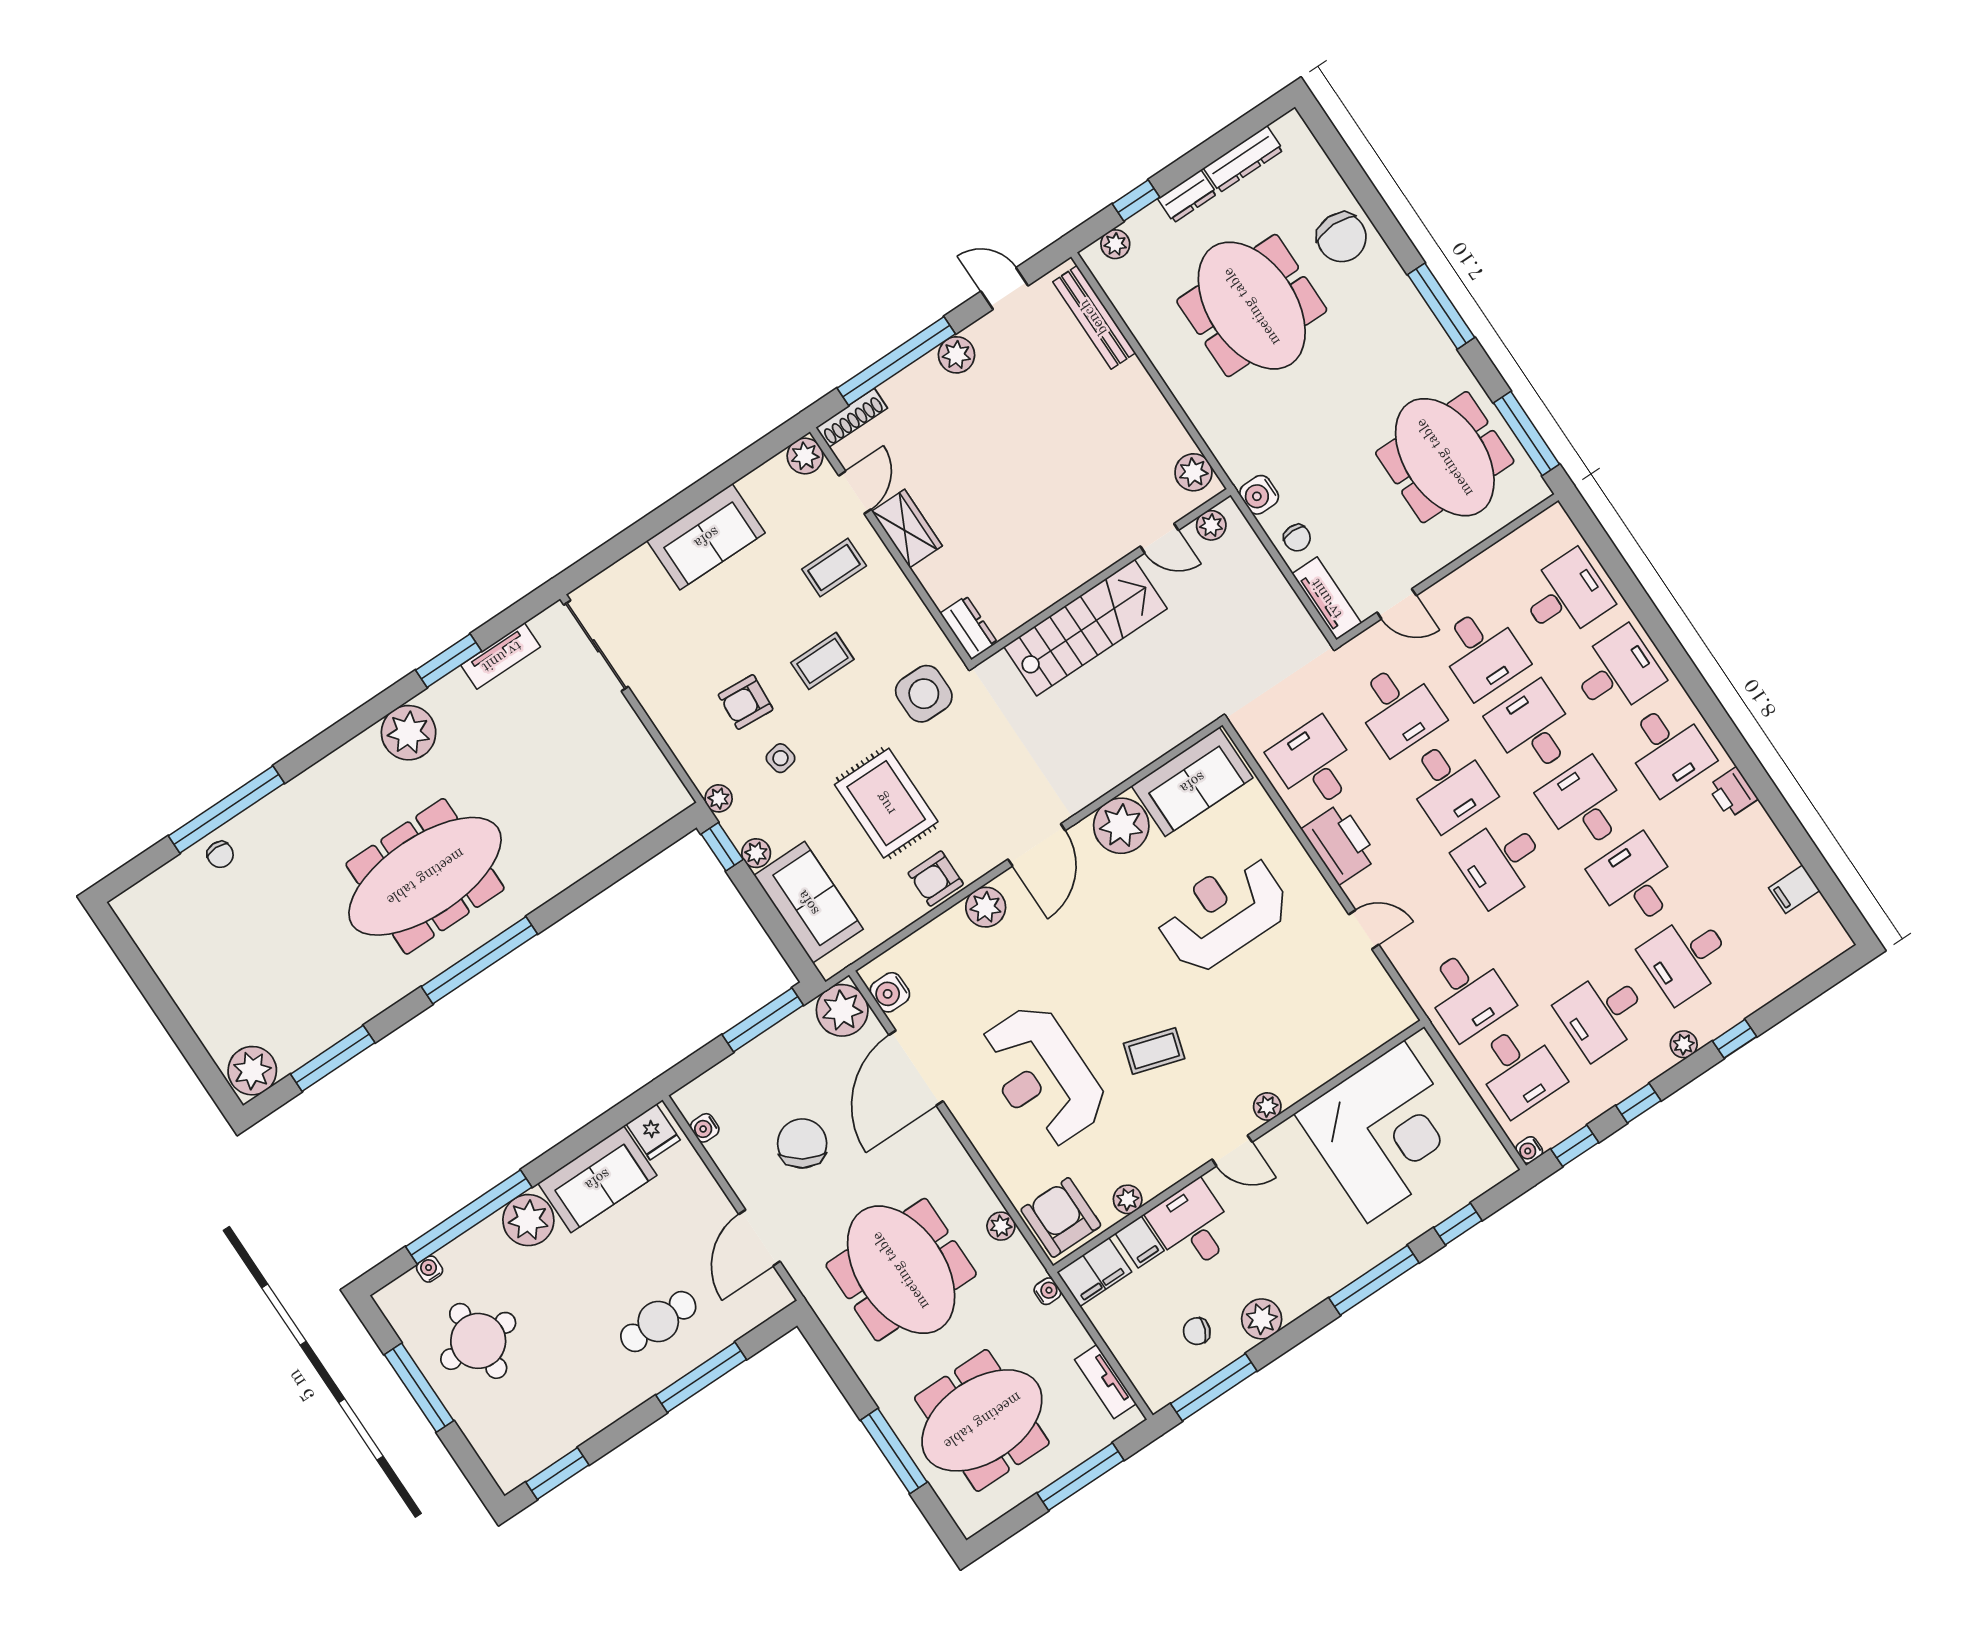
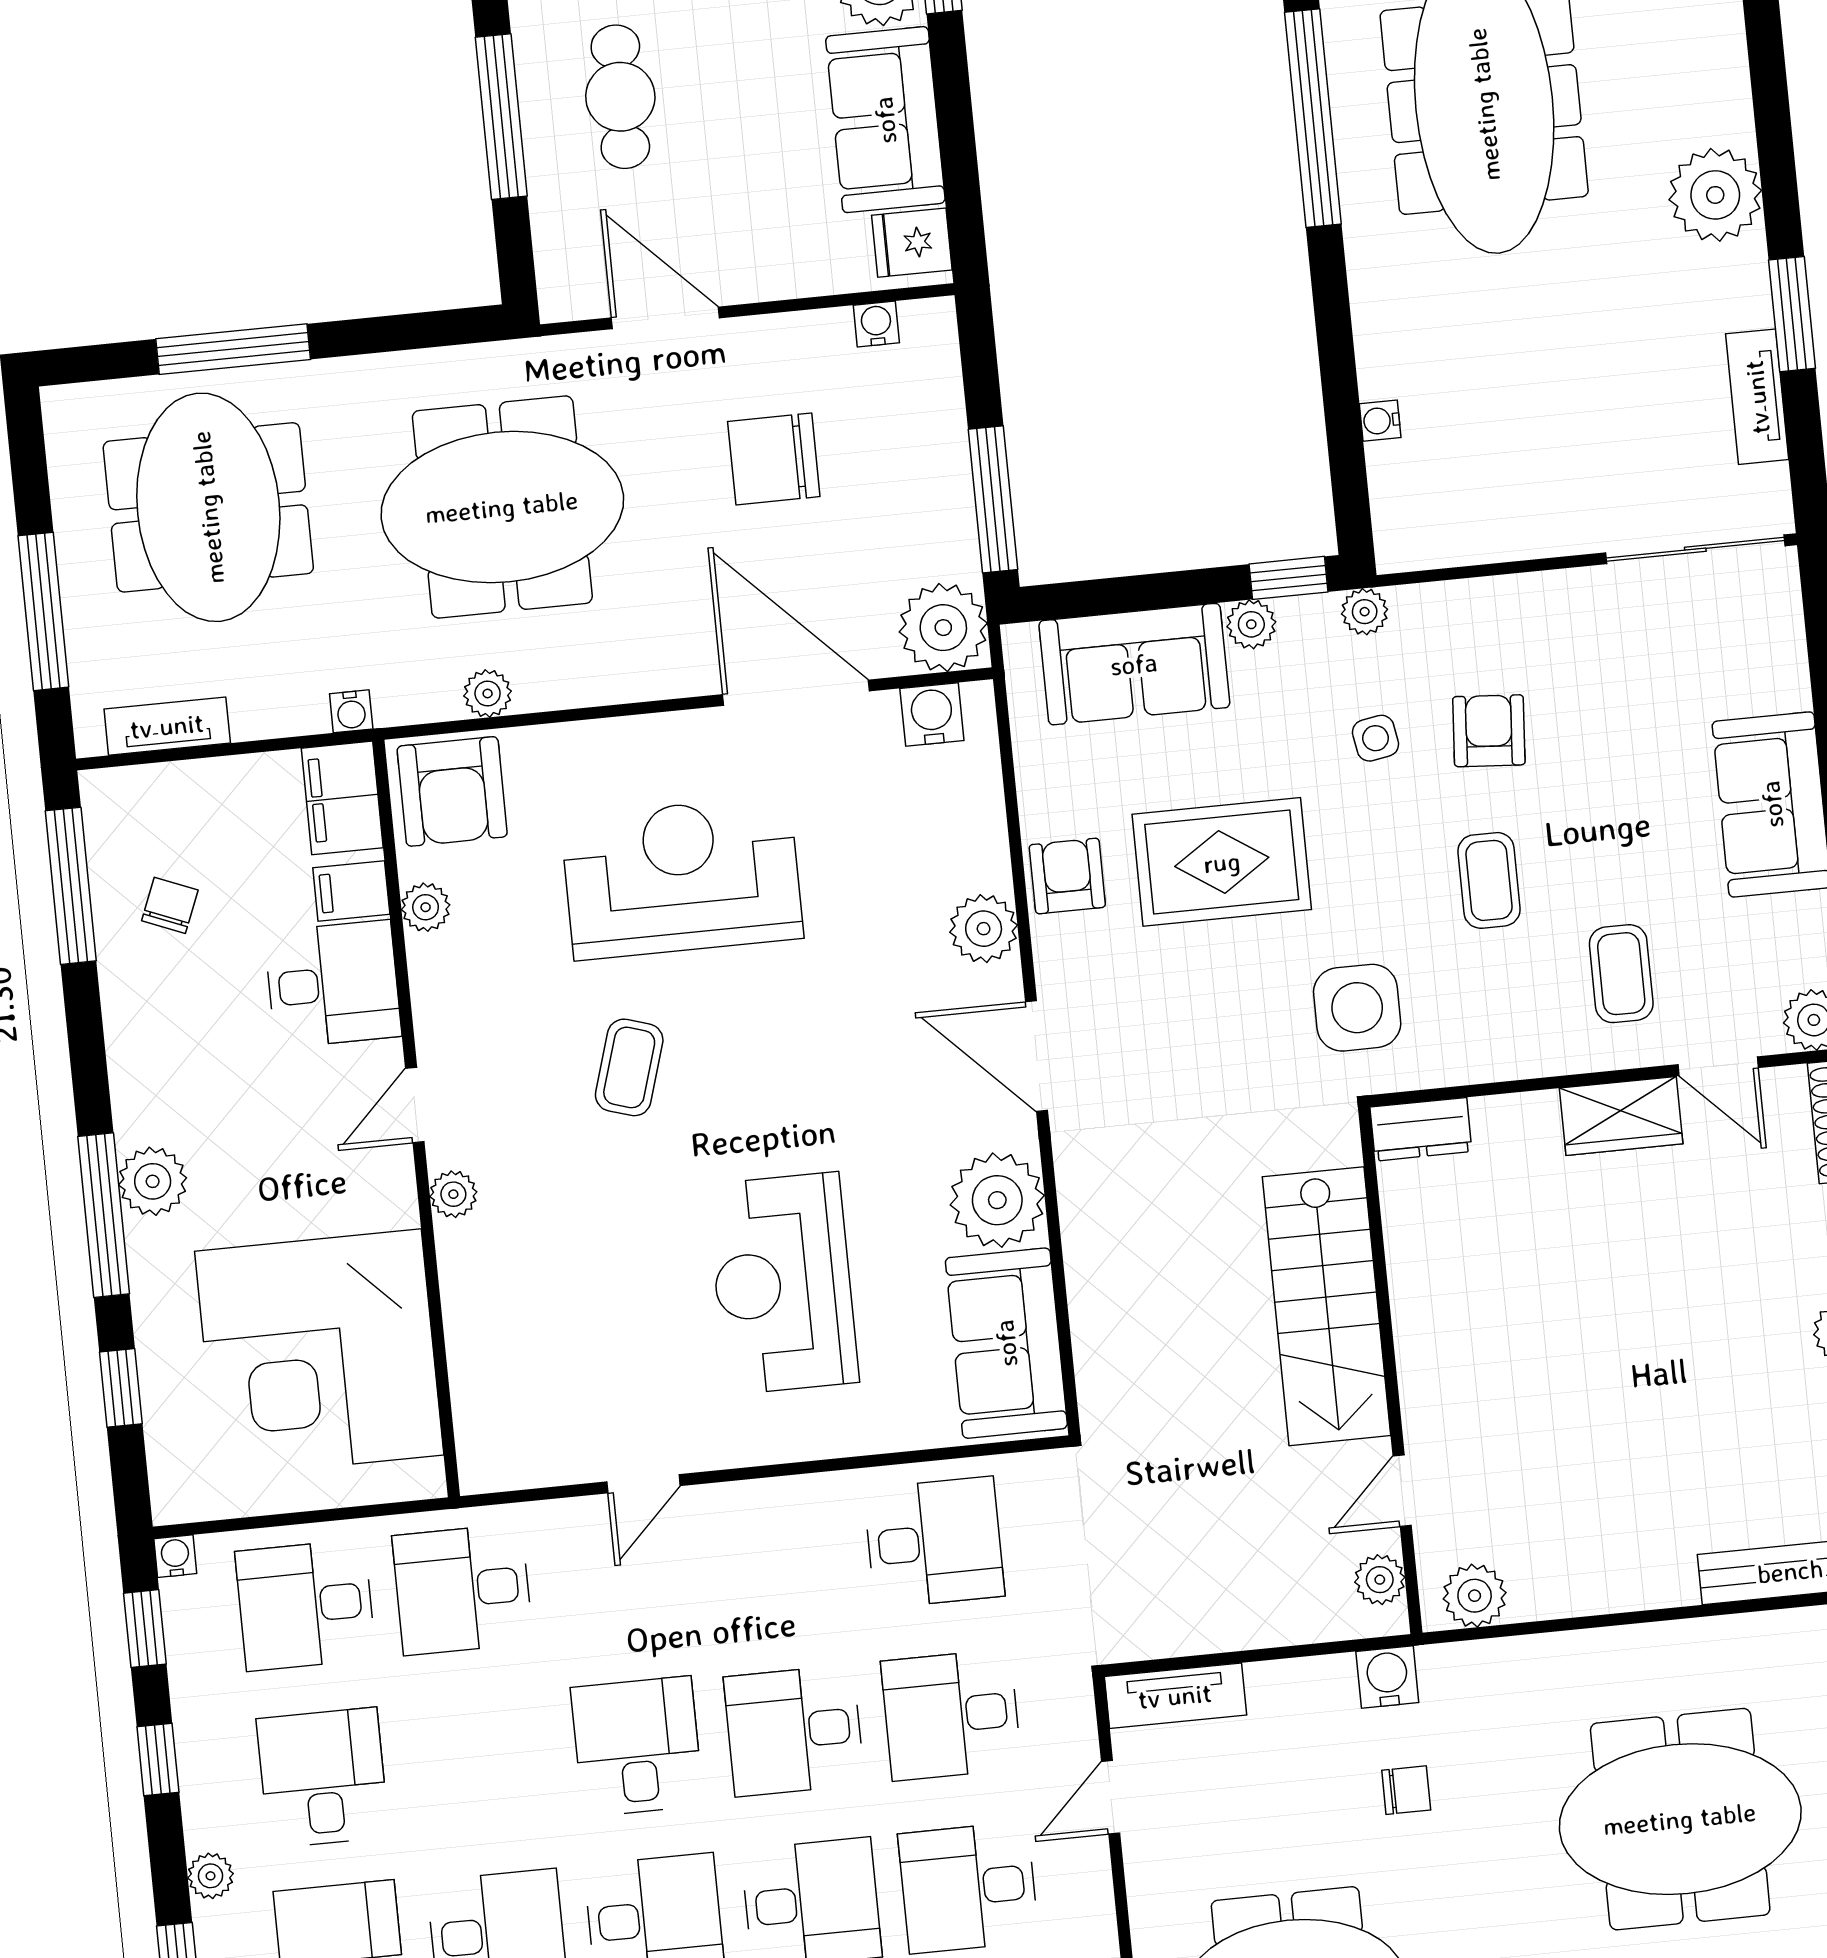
chair: (1297, 538) -> (1406, 1790), moved, turned 180
water cooler: (616, 843) -> (1380, 421), added
printer: (1340, 844) -> (793, 1517), removed
reception desk: (1223, 913) -> (783, 1283), turned 180
chair: (802, 1143) -> (774, 459), turned 148
armchair: (1061, 1217) -> (452, 791), turned 90
plant: (1262, 1319) -> (153, 1181), moved

